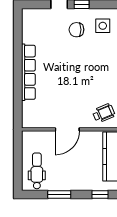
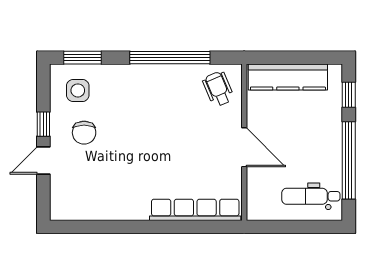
row of seats: (28, 72) -> (195, 210), moved
window: (59, 194) -> (349, 160), width x2.11

